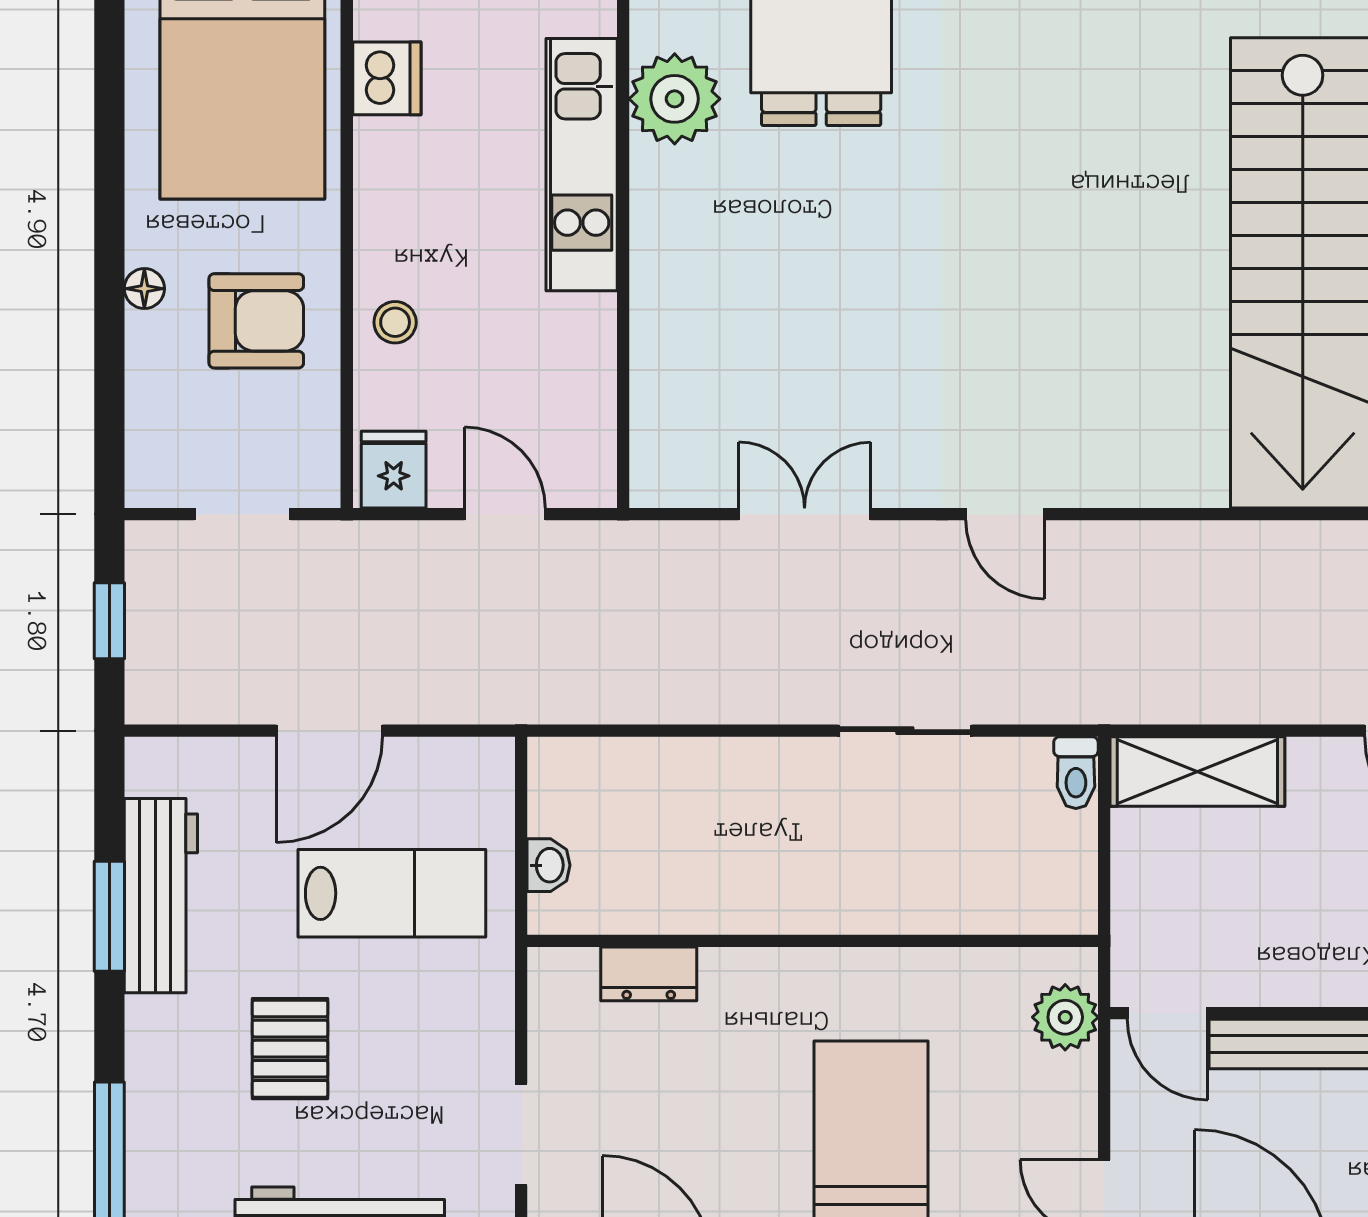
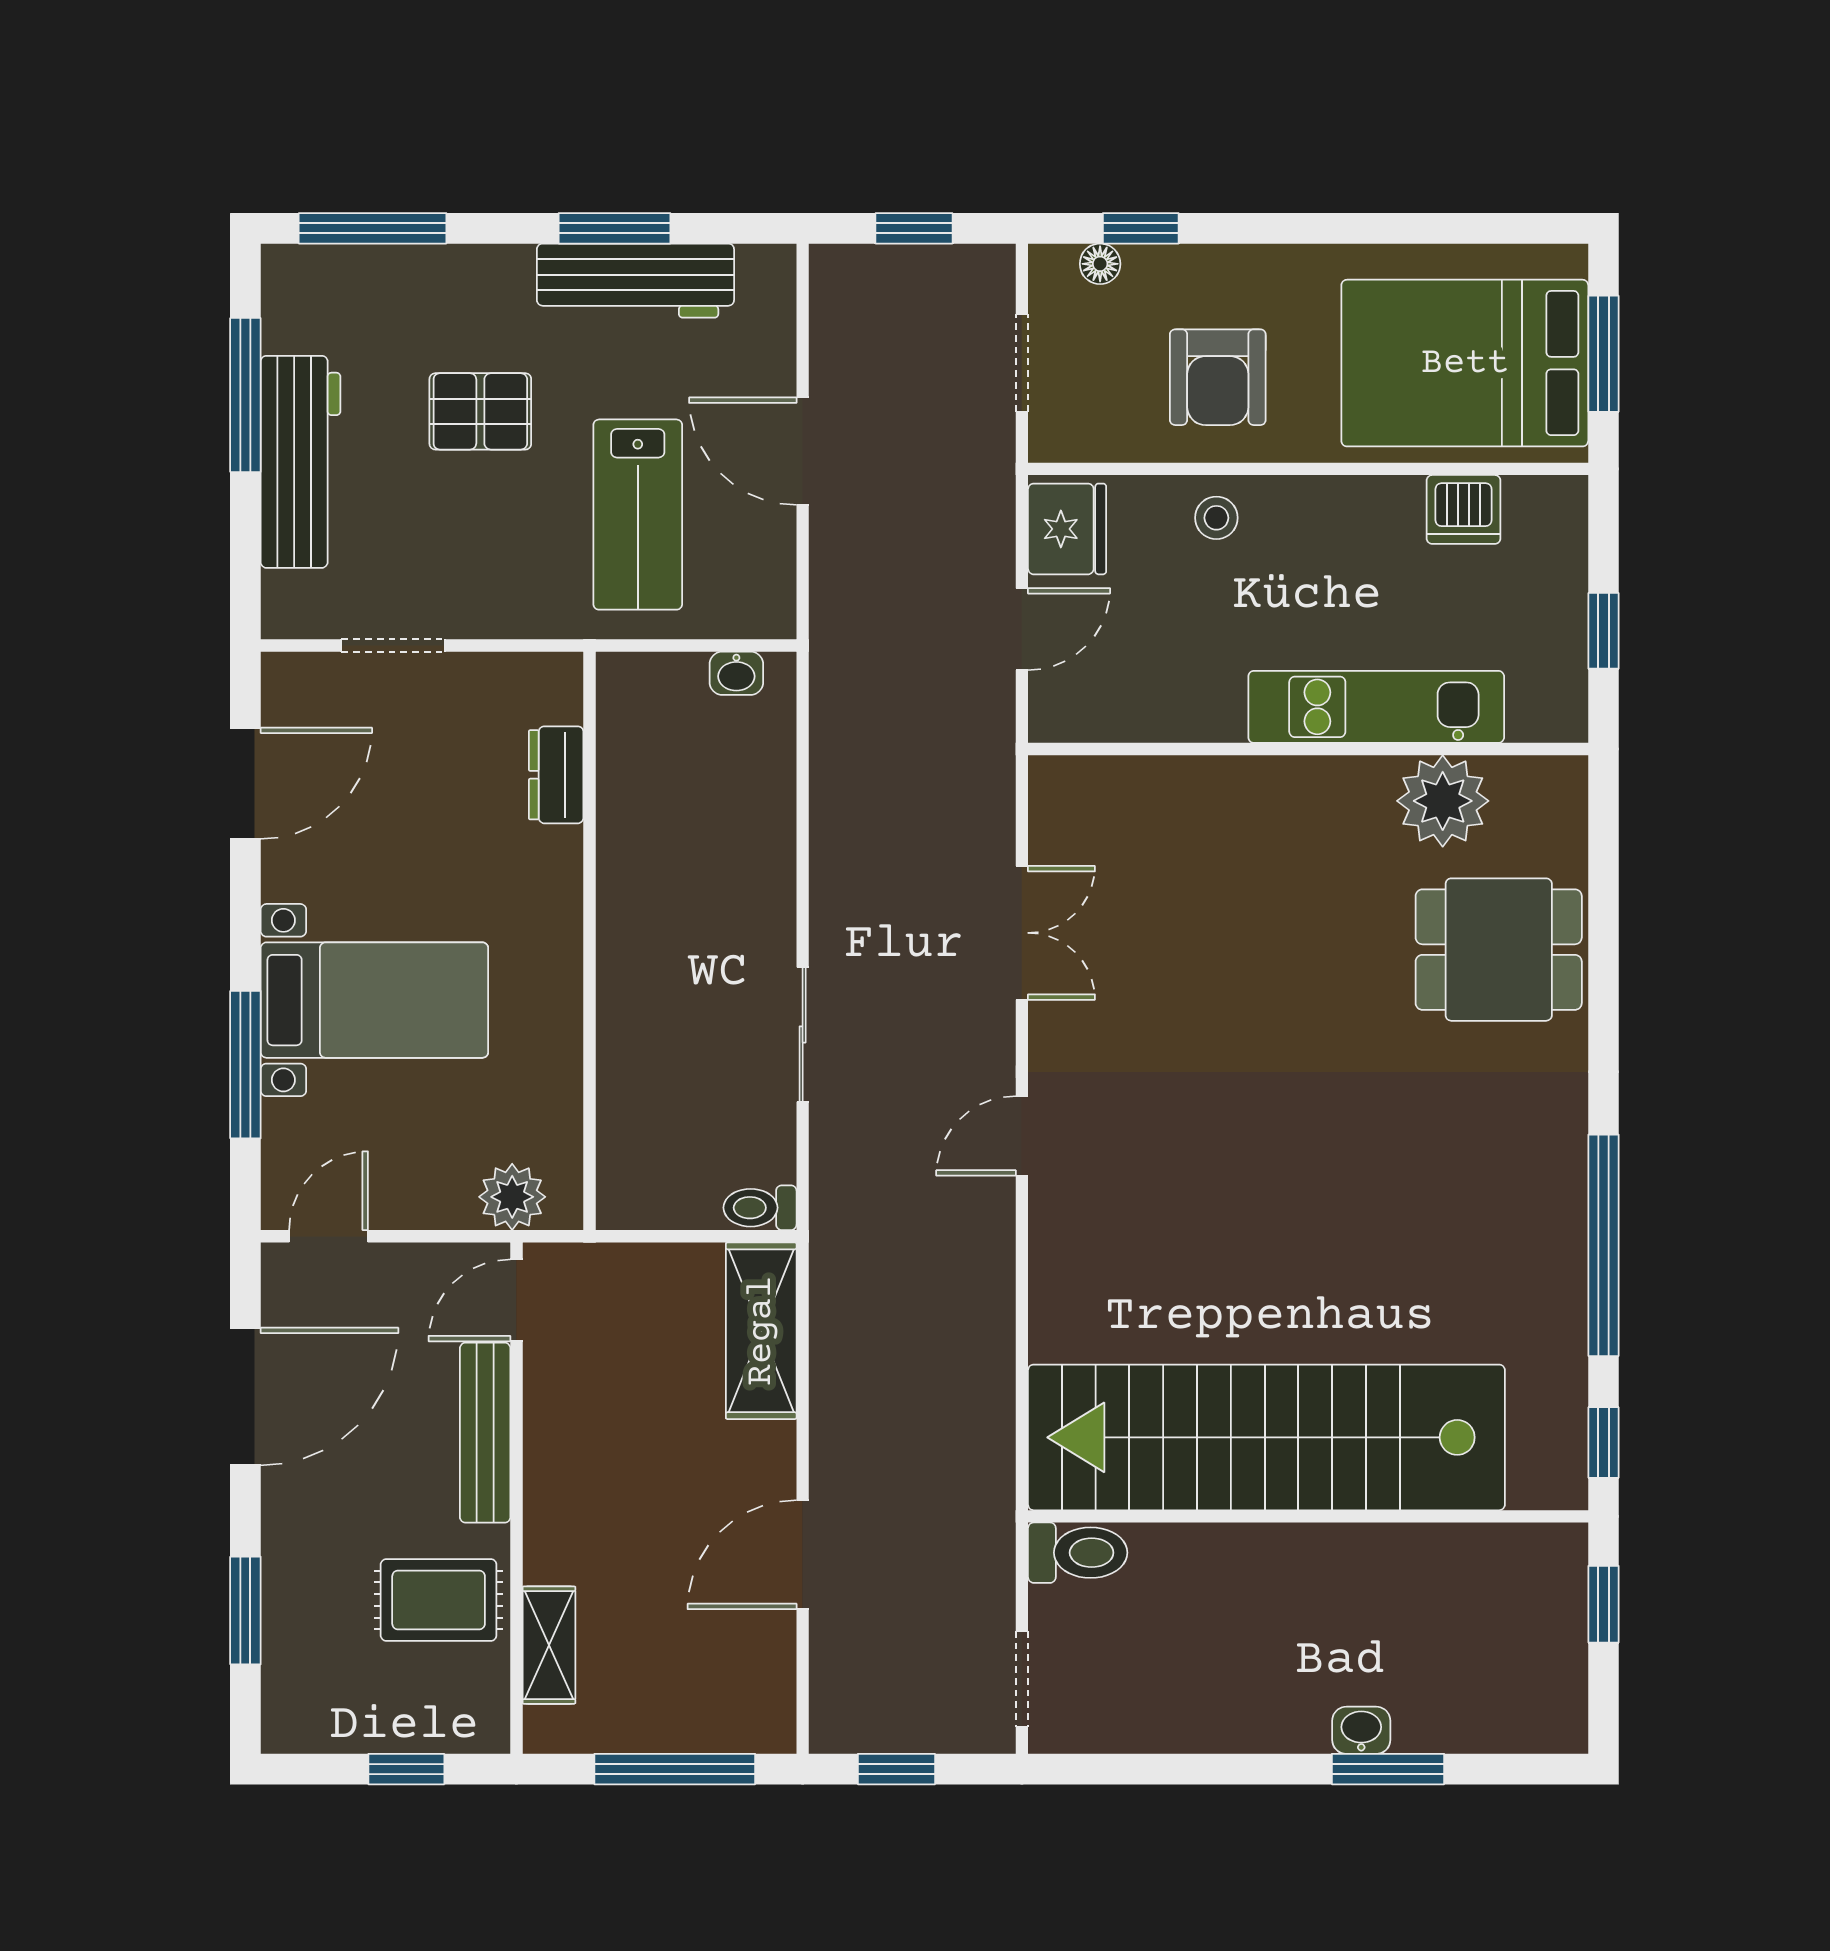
floor lamp: (144, 289) -> (1100, 264), moved
window: (109, 397) -> (1141, 228), added
fridge: (394, 470) -> (1067, 529), width x1.38
washbasin: (548, 865) -> (736, 673), moved

